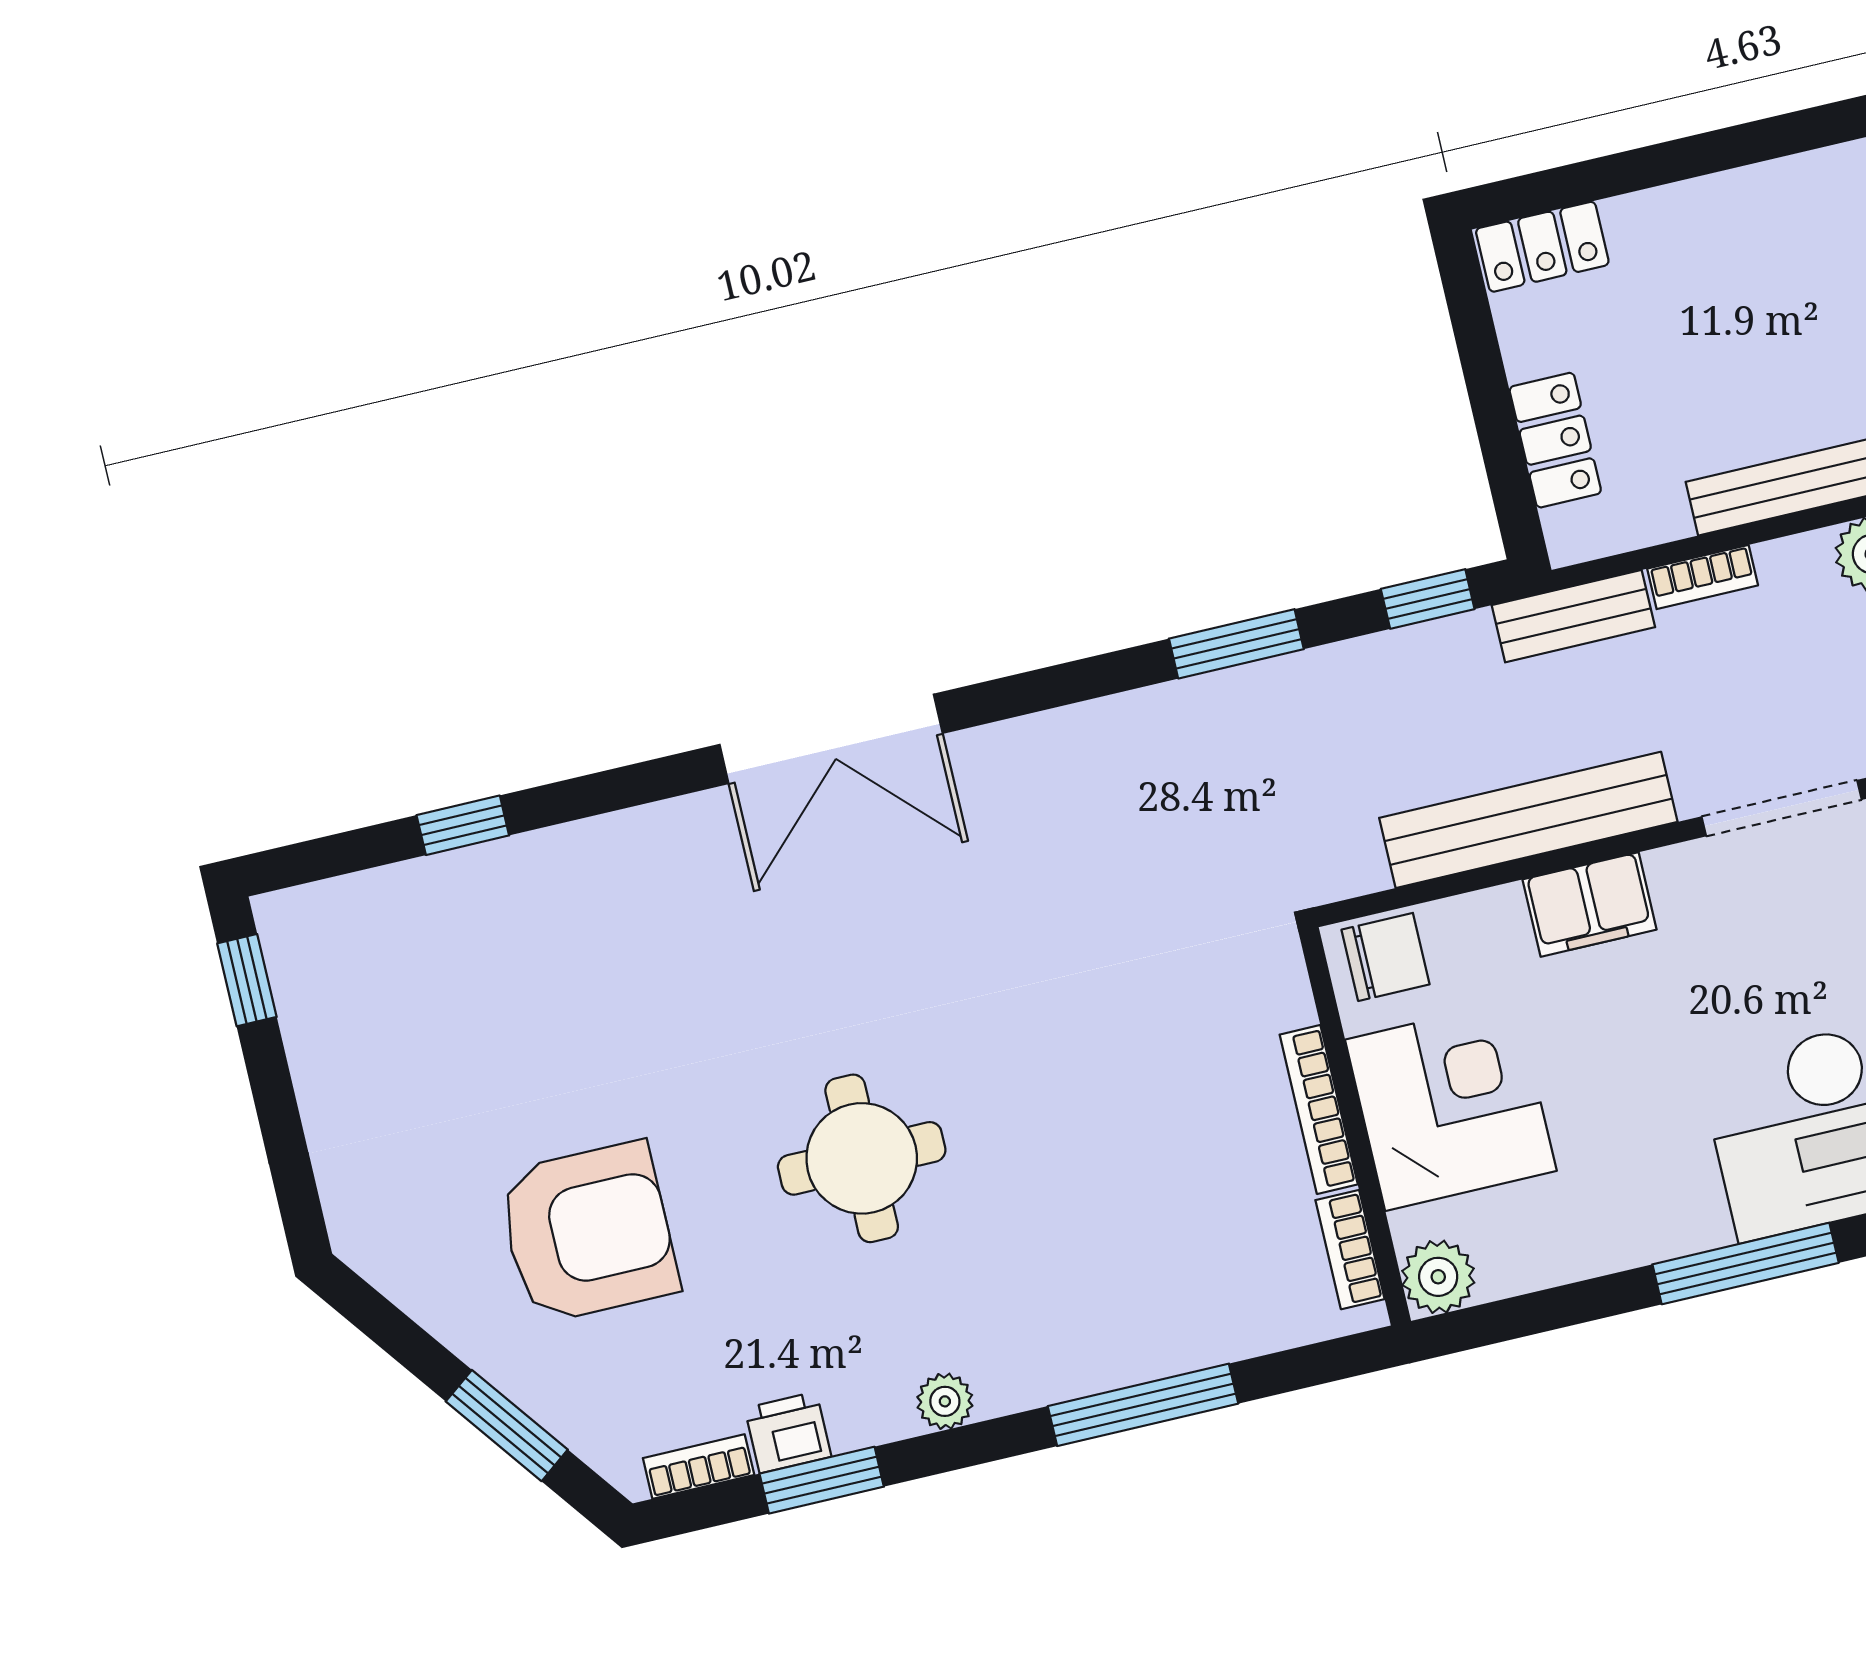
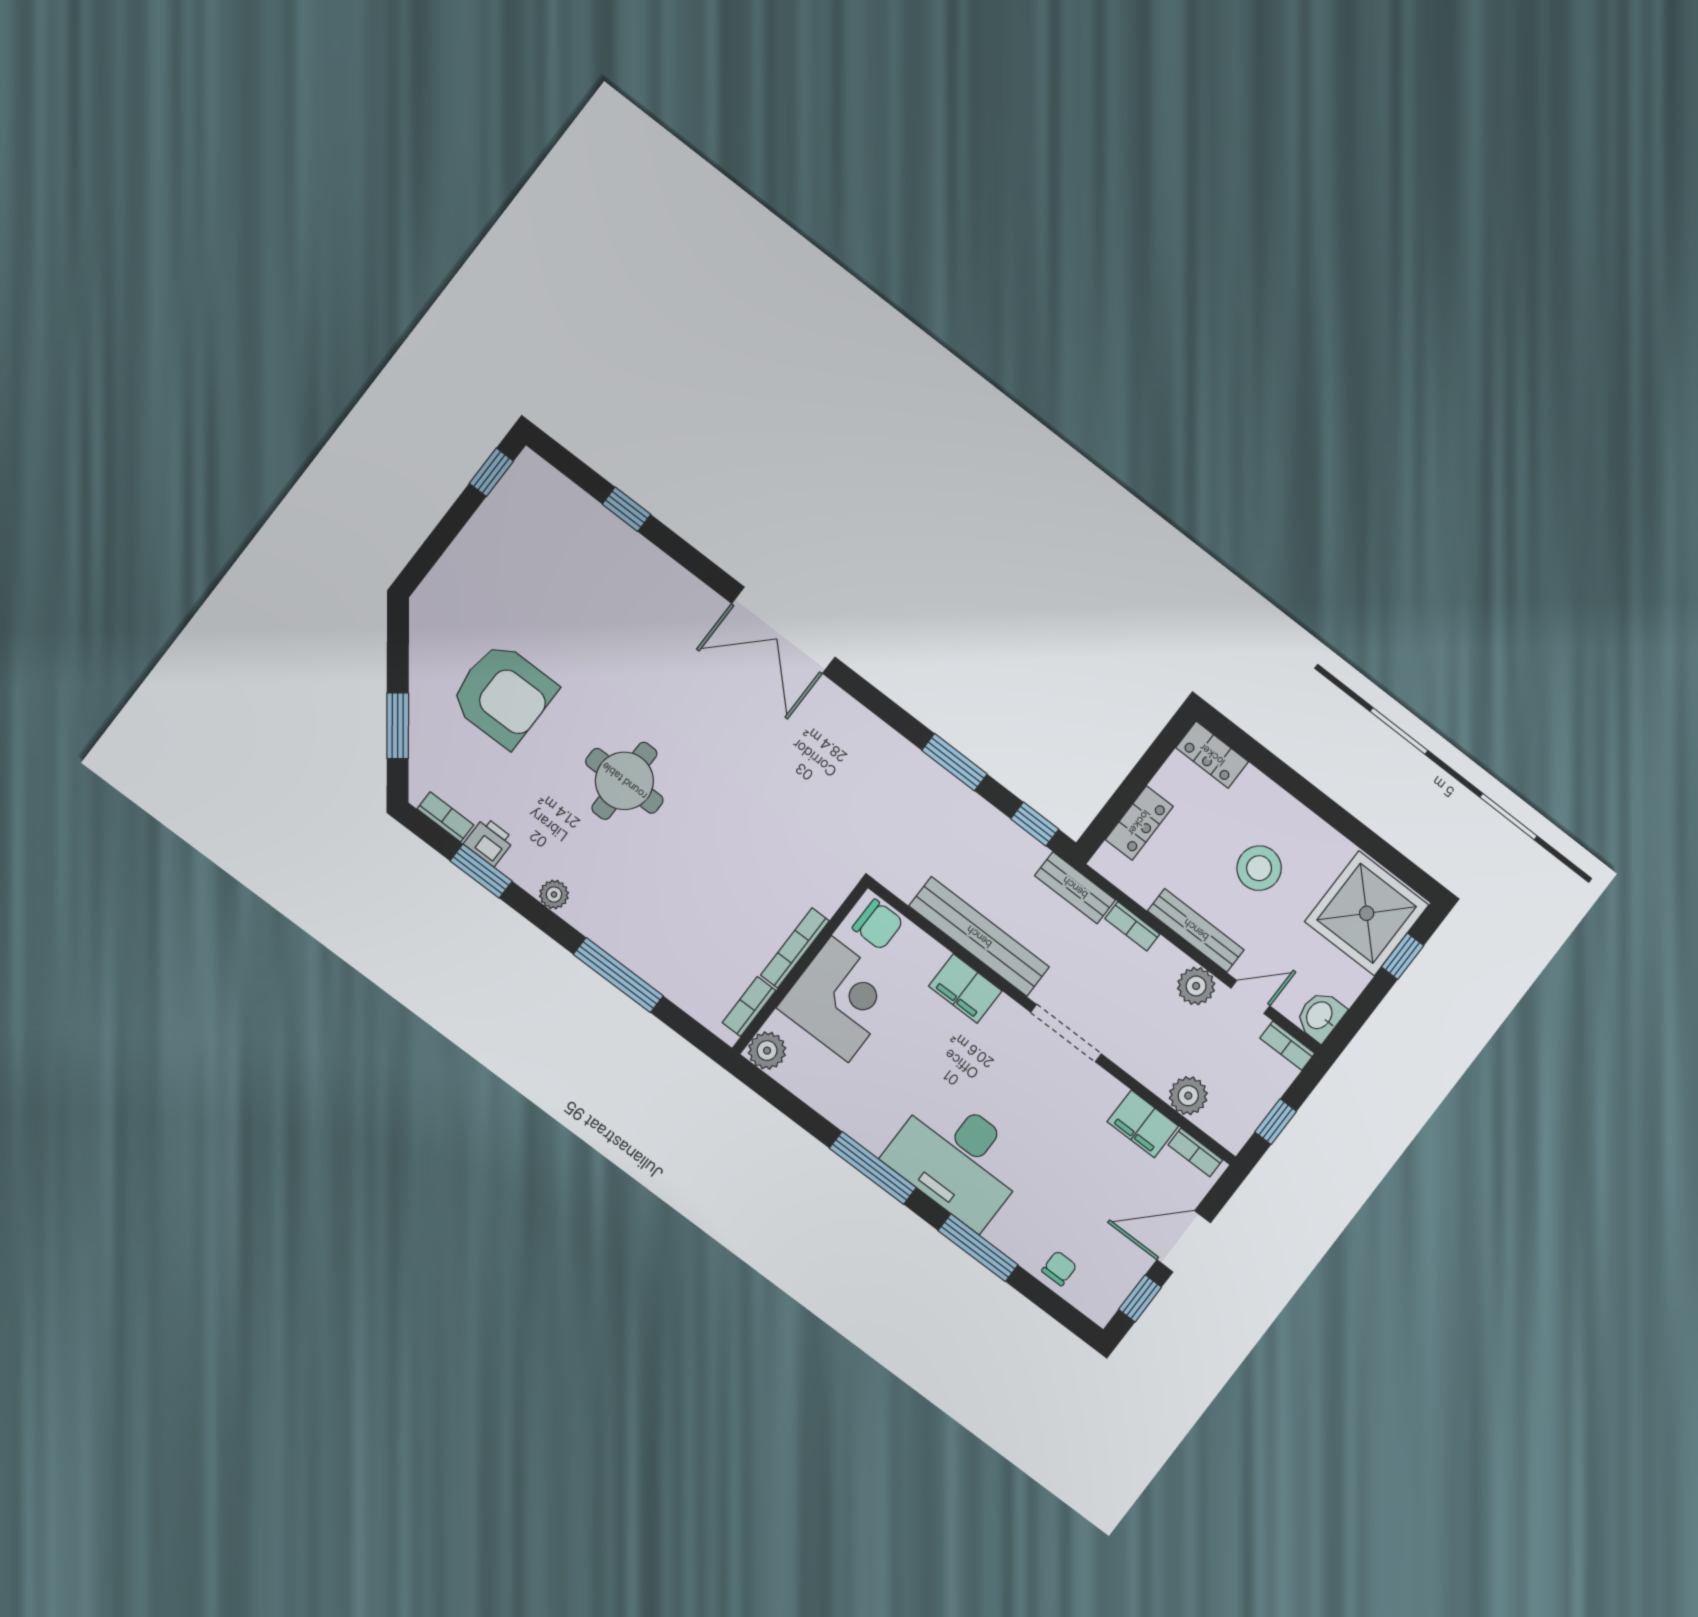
stool: (1772, 314) -> (1259, 868), added

